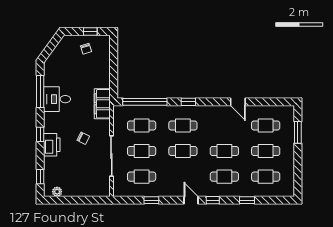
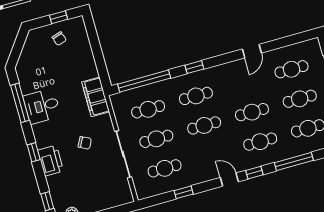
door: (238, 102) -> (252, 51), hinge flipped
window: (247, 200) -> (294, 162), width x2.17

